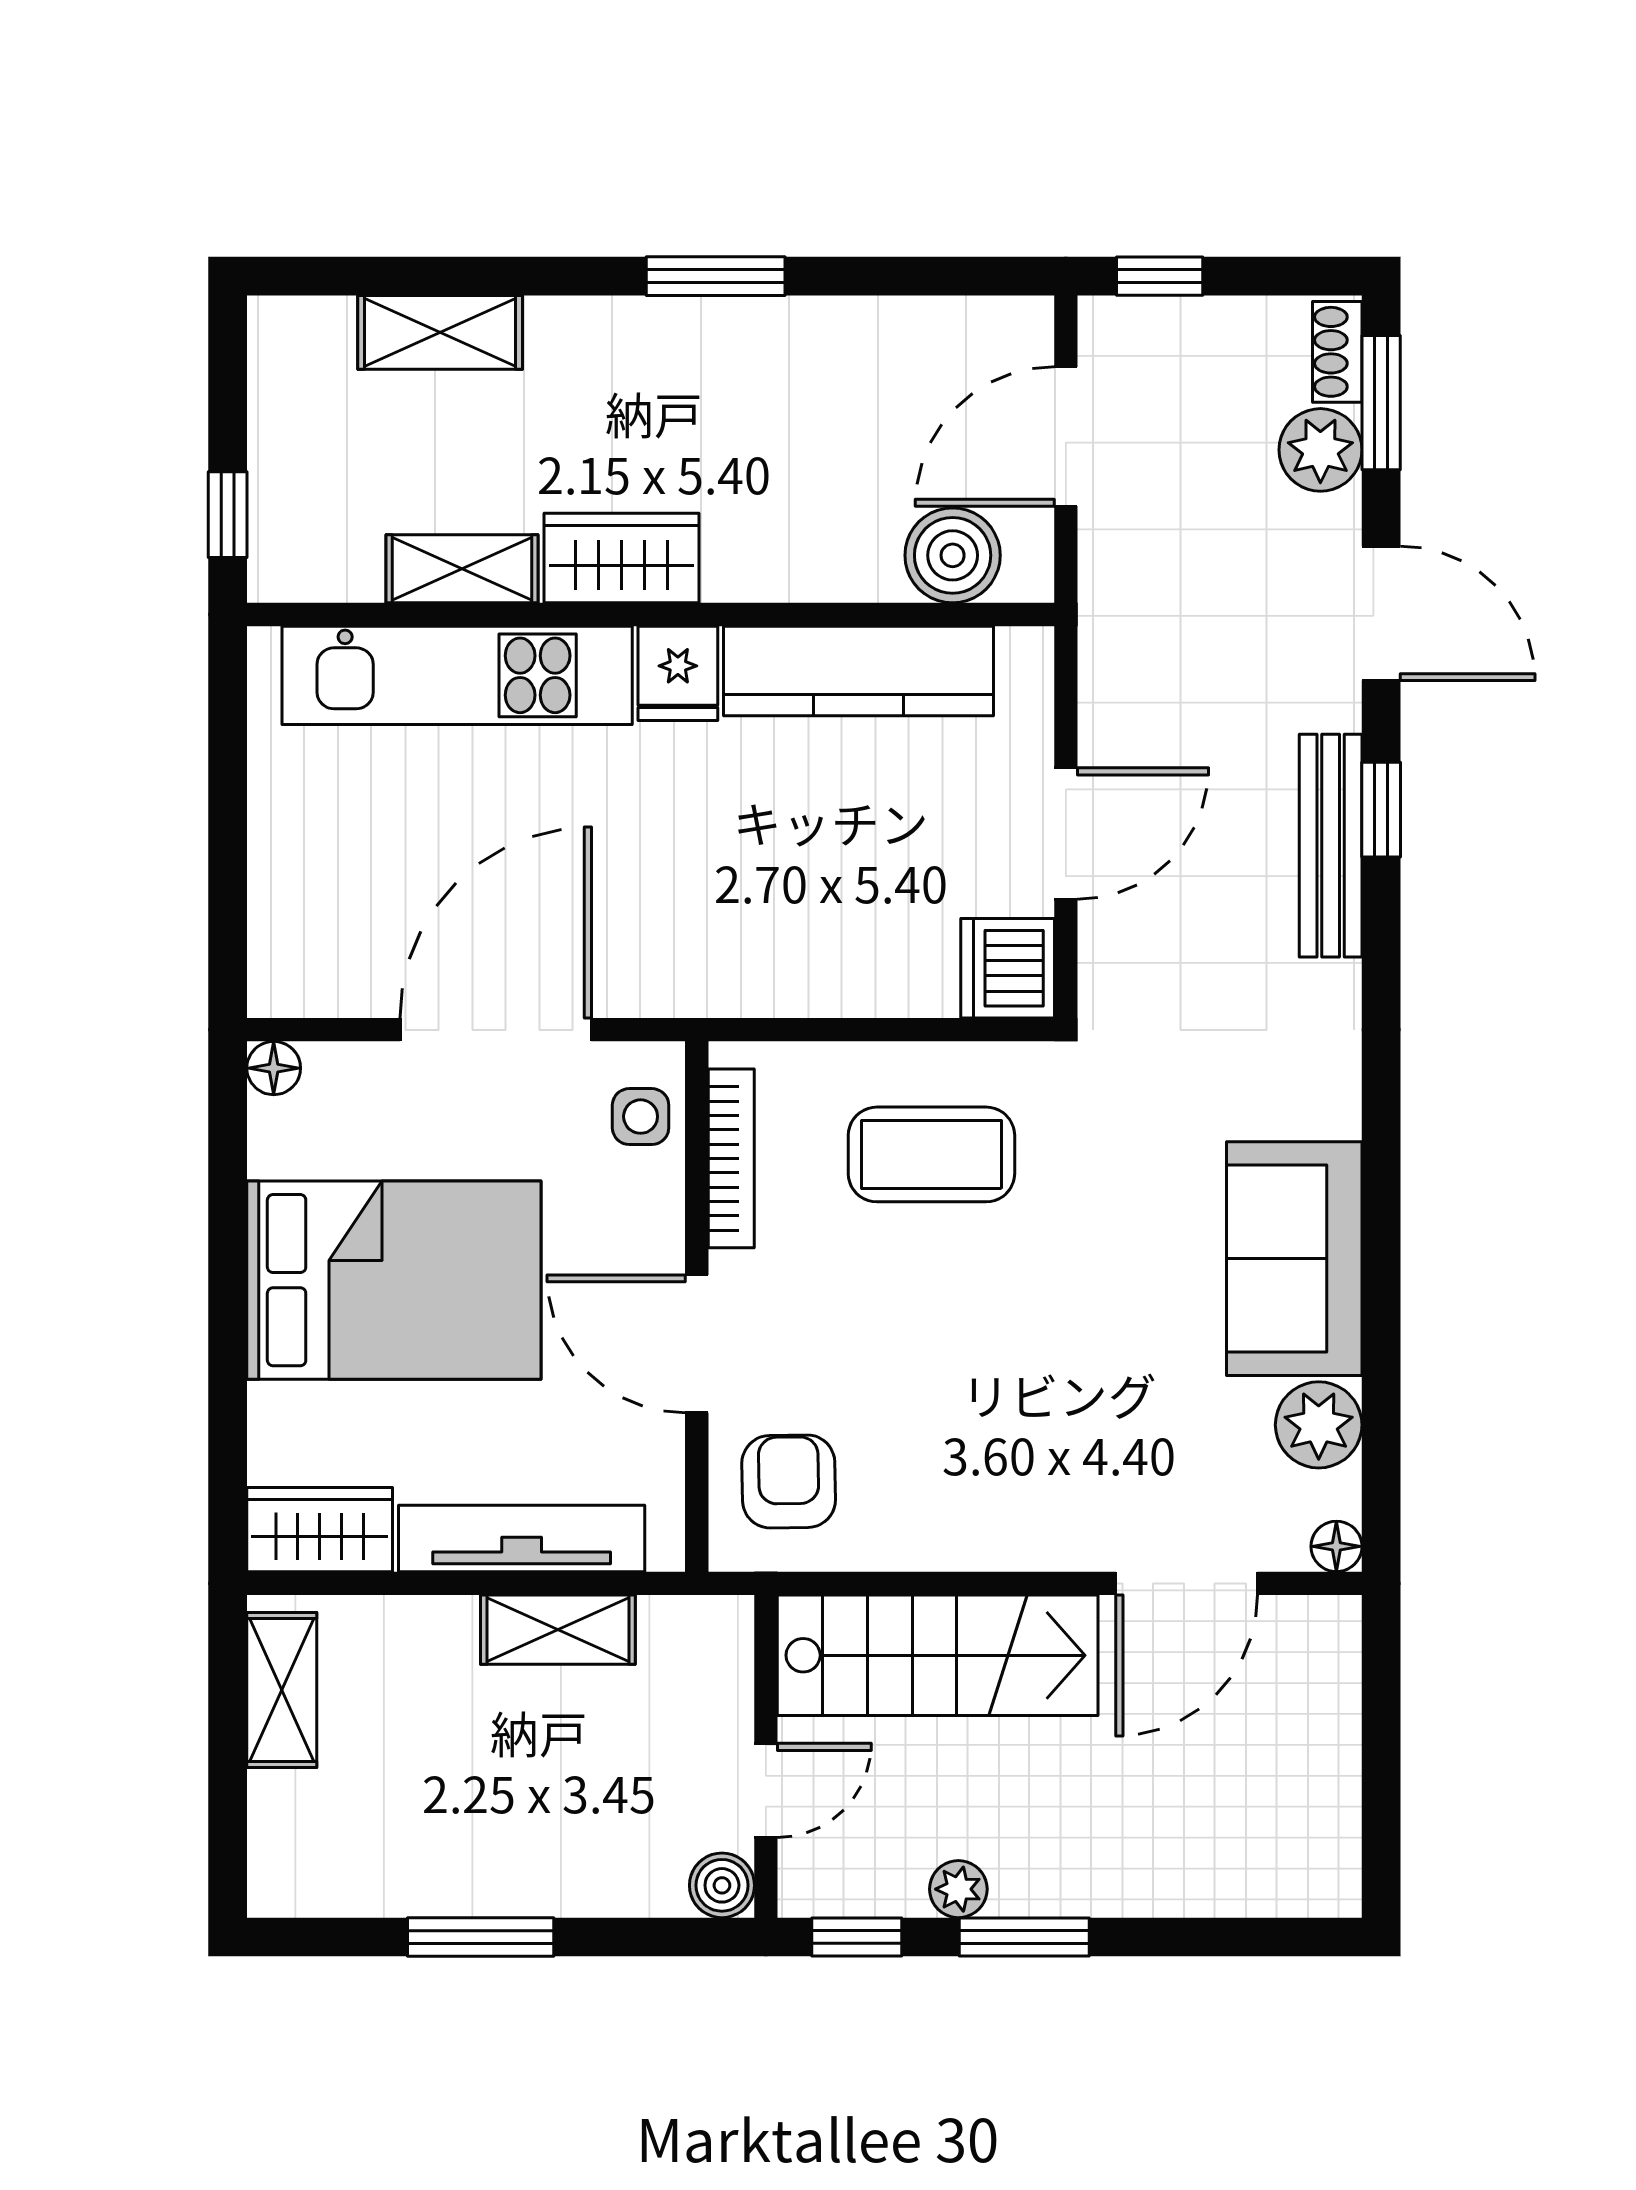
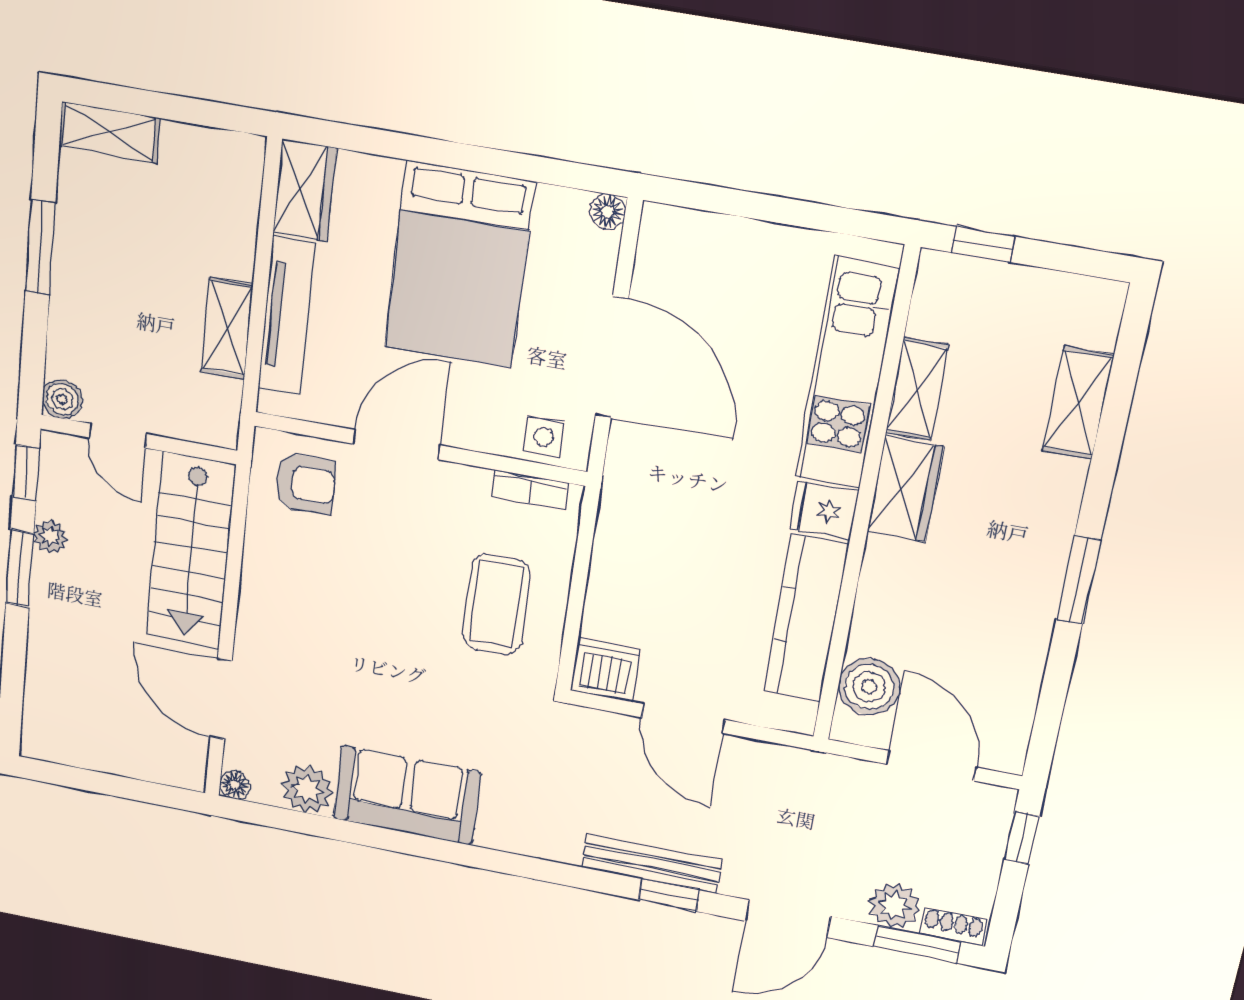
bookcase: (731, 1158) -> (530, 490), width x0.64
shelving: (282, 1690) -> (109, 132), moved

